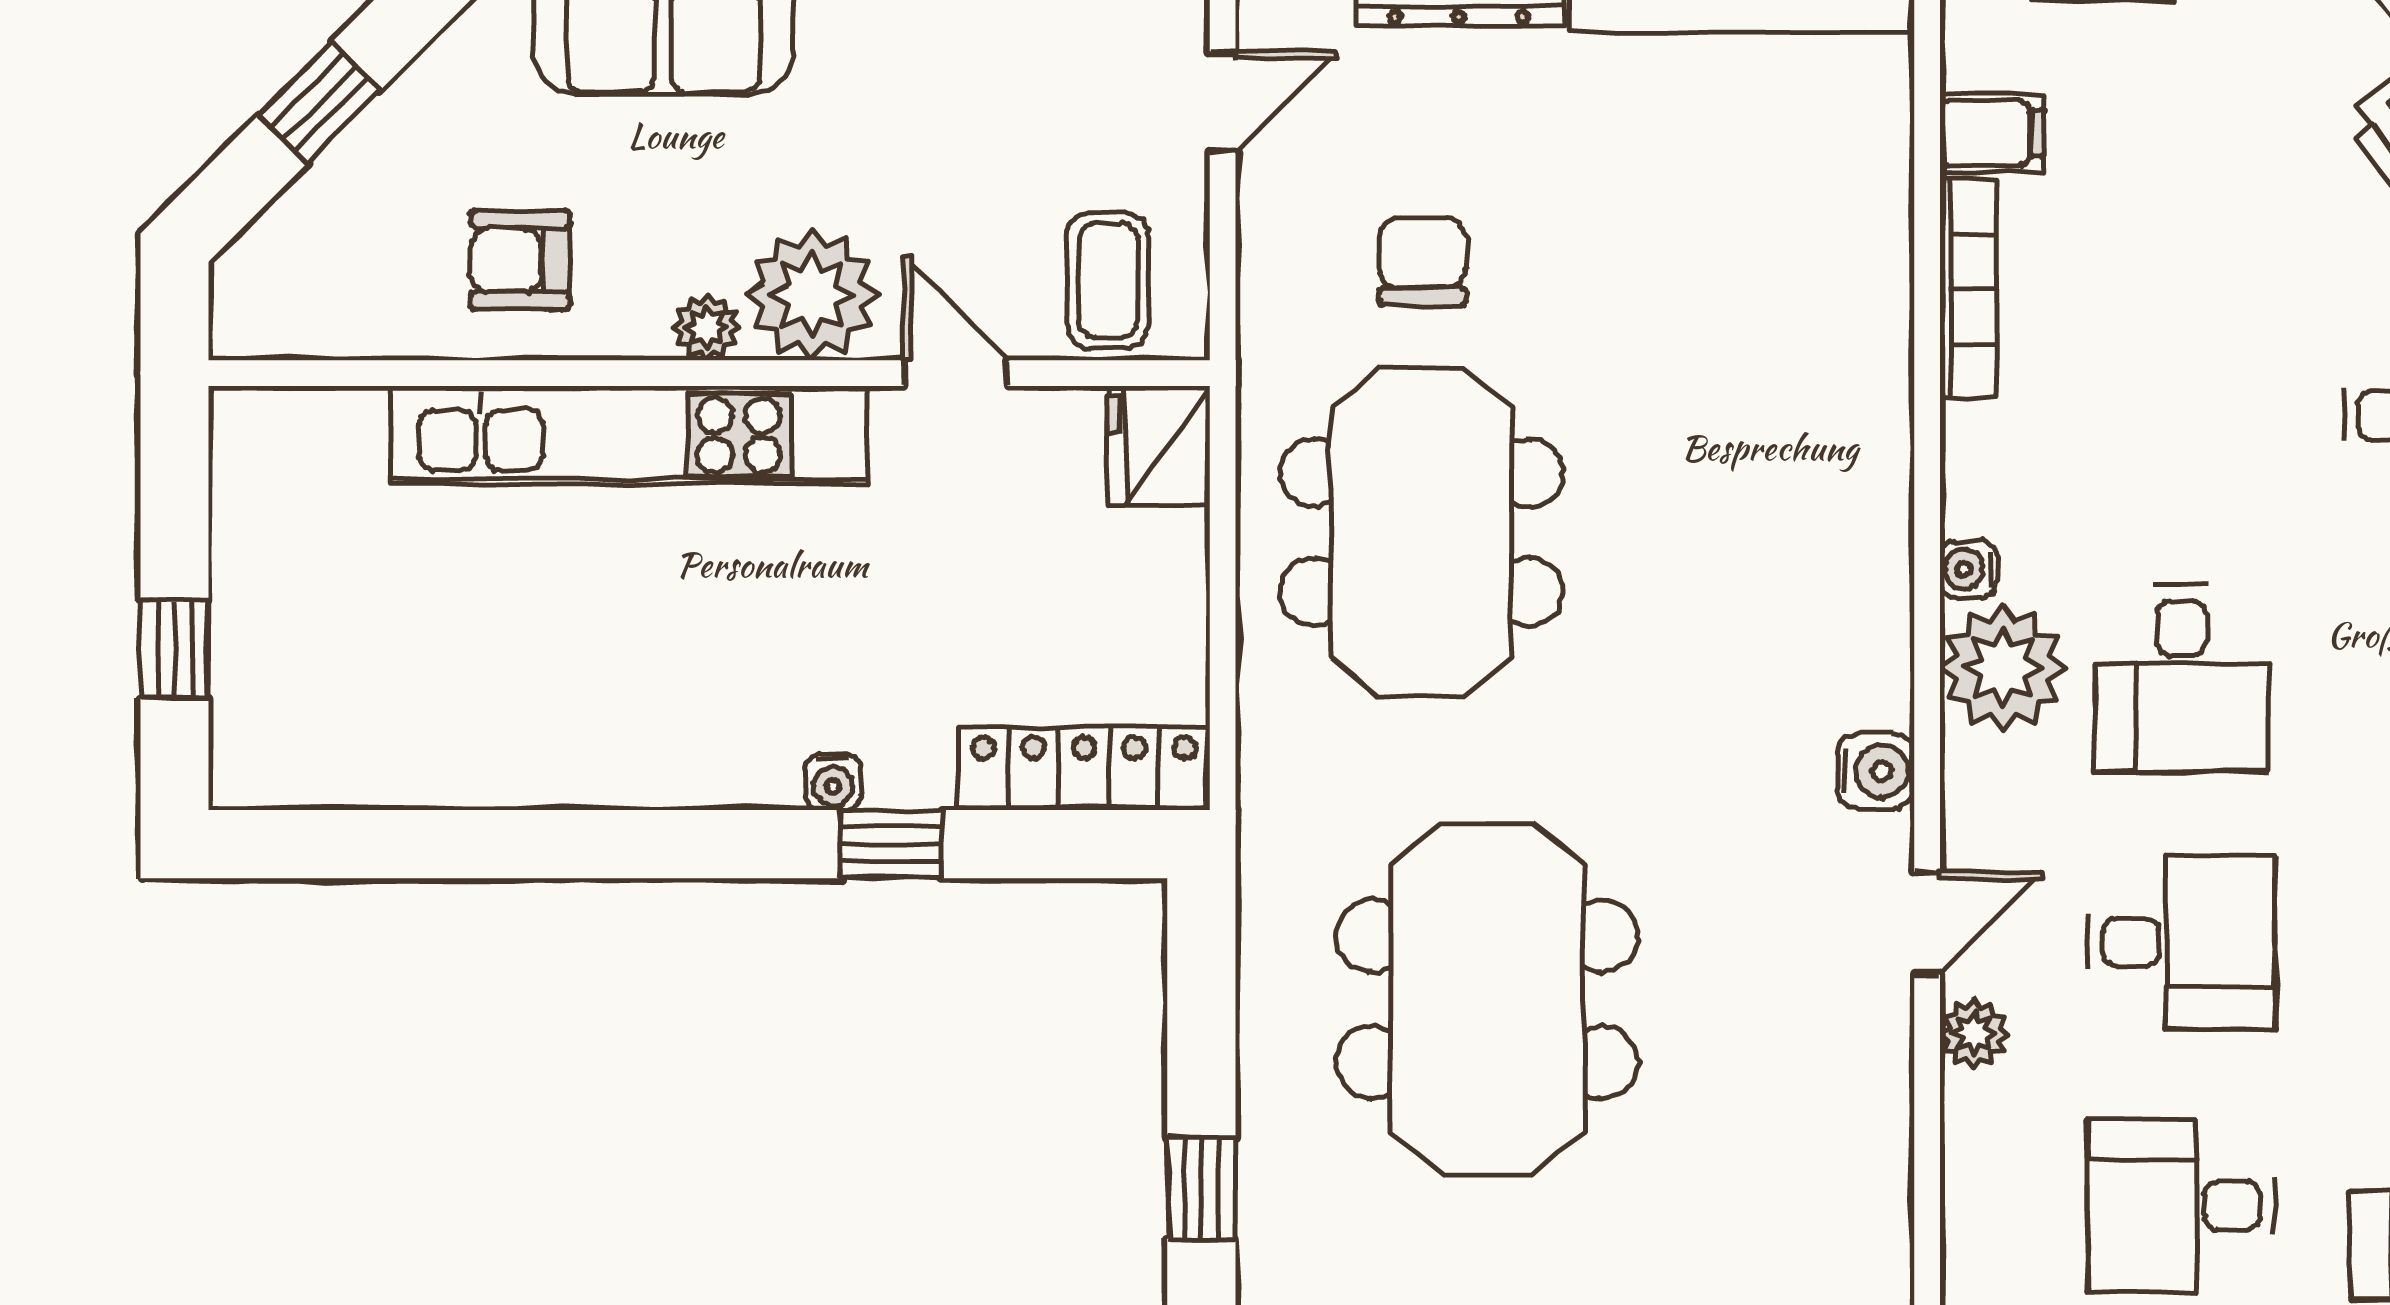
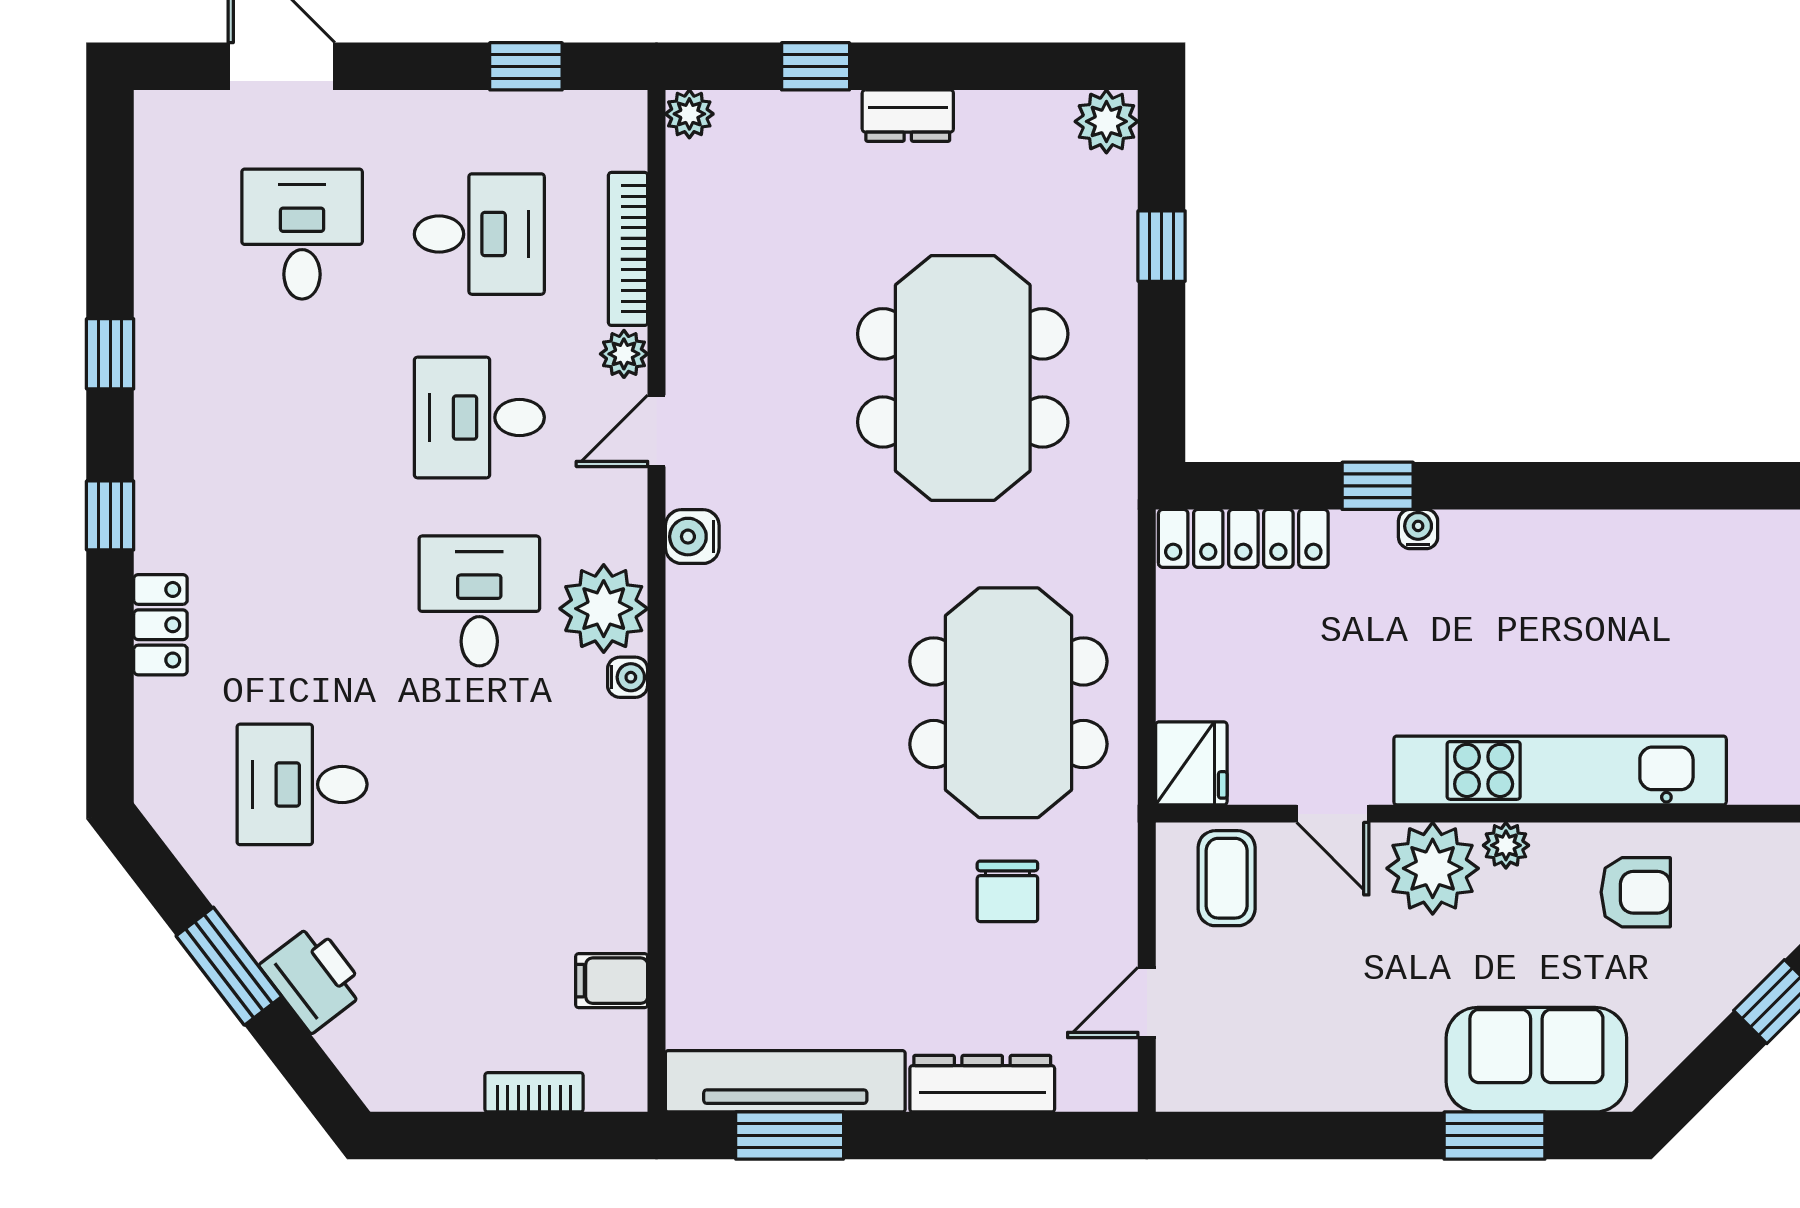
bookcase: (1968, 289) -> (628, 249), moved

